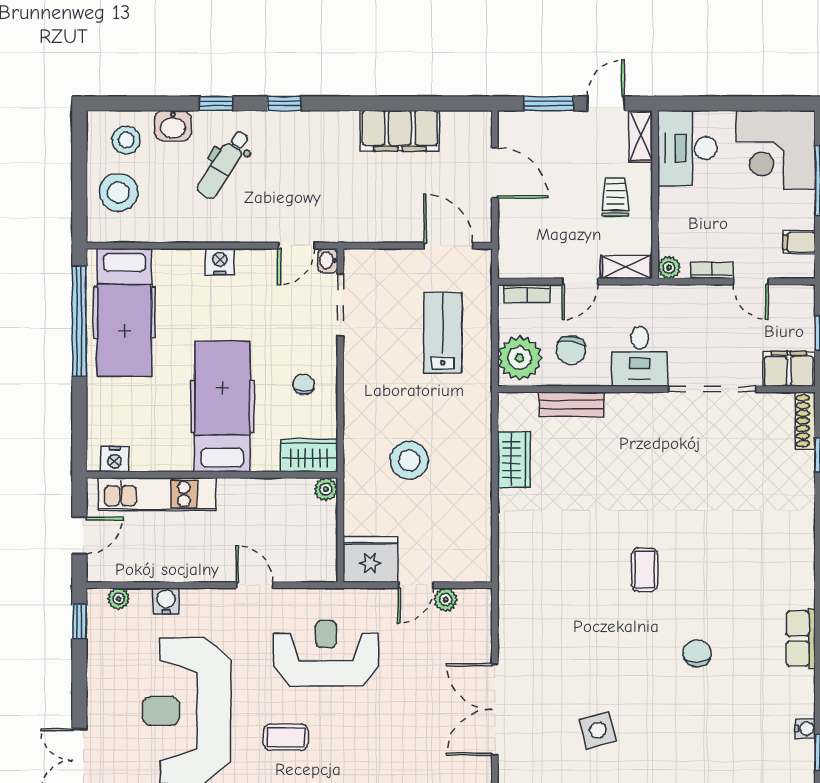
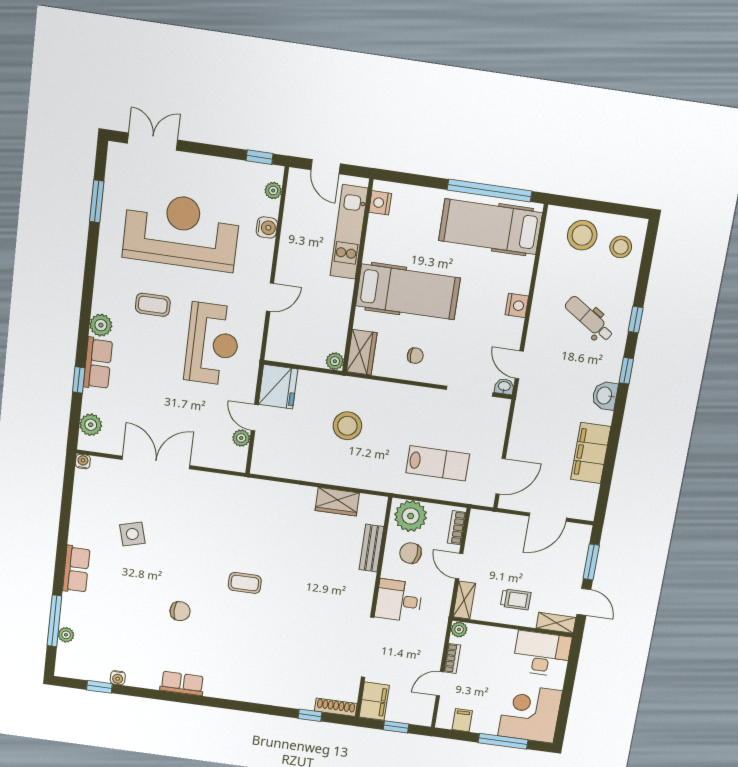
washbasin: (173, 126) -> (605, 396), moved
coffee table: (286, 737) -> (153, 305), turned 90

